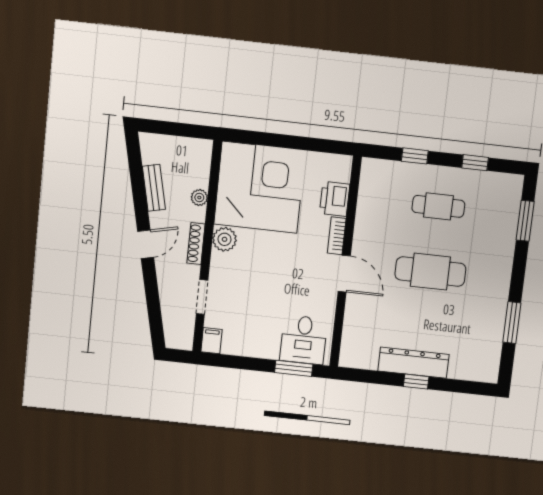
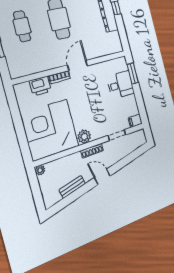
plant: (199, 198) -> (40, 170), moved
desk: (304, 340) -> (120, 85), moved

